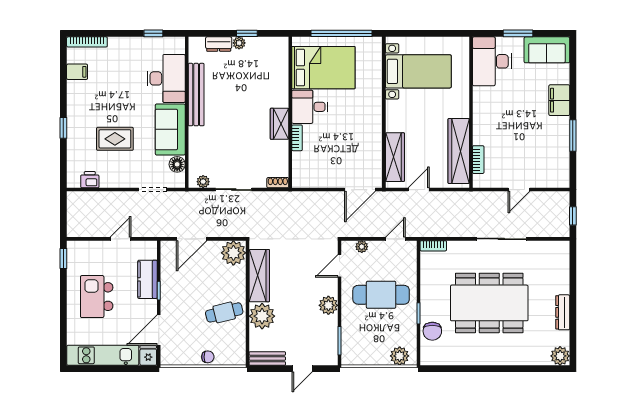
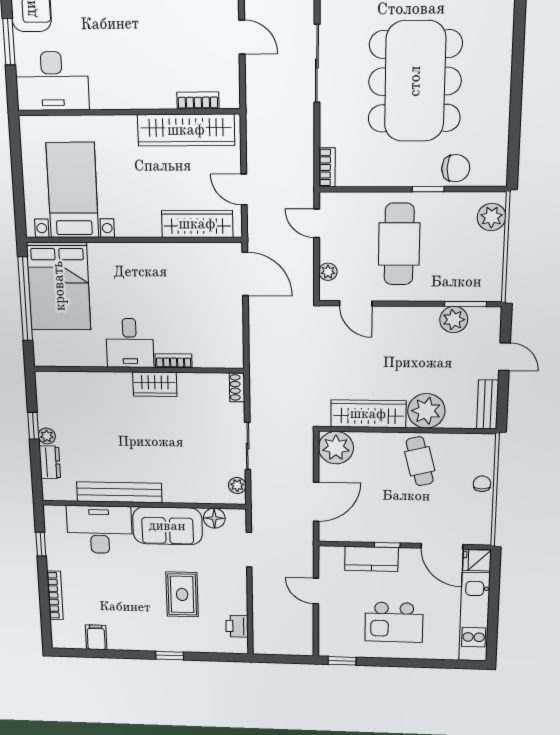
bookcase: (87, 42) -> (55, 595), moved
bed: (323, 68) -> (59, 286), moved, turned 180
door: (192, 239) -> (316, 502), hinge flipped
plant: (328, 305) -> (454, 320), moved

